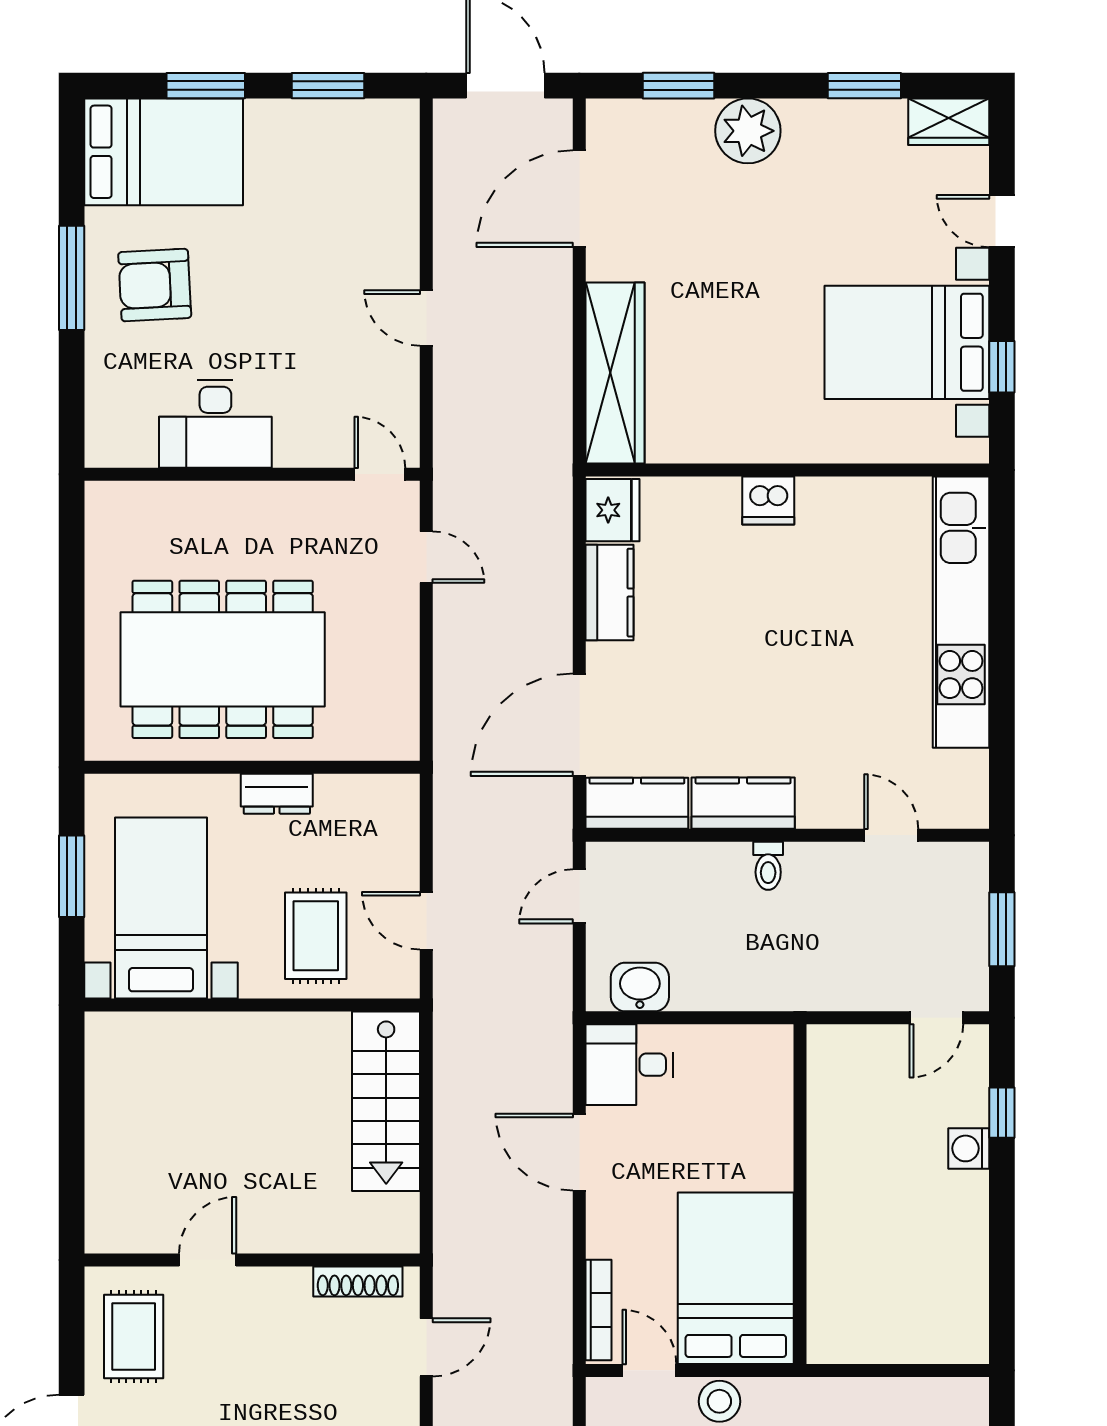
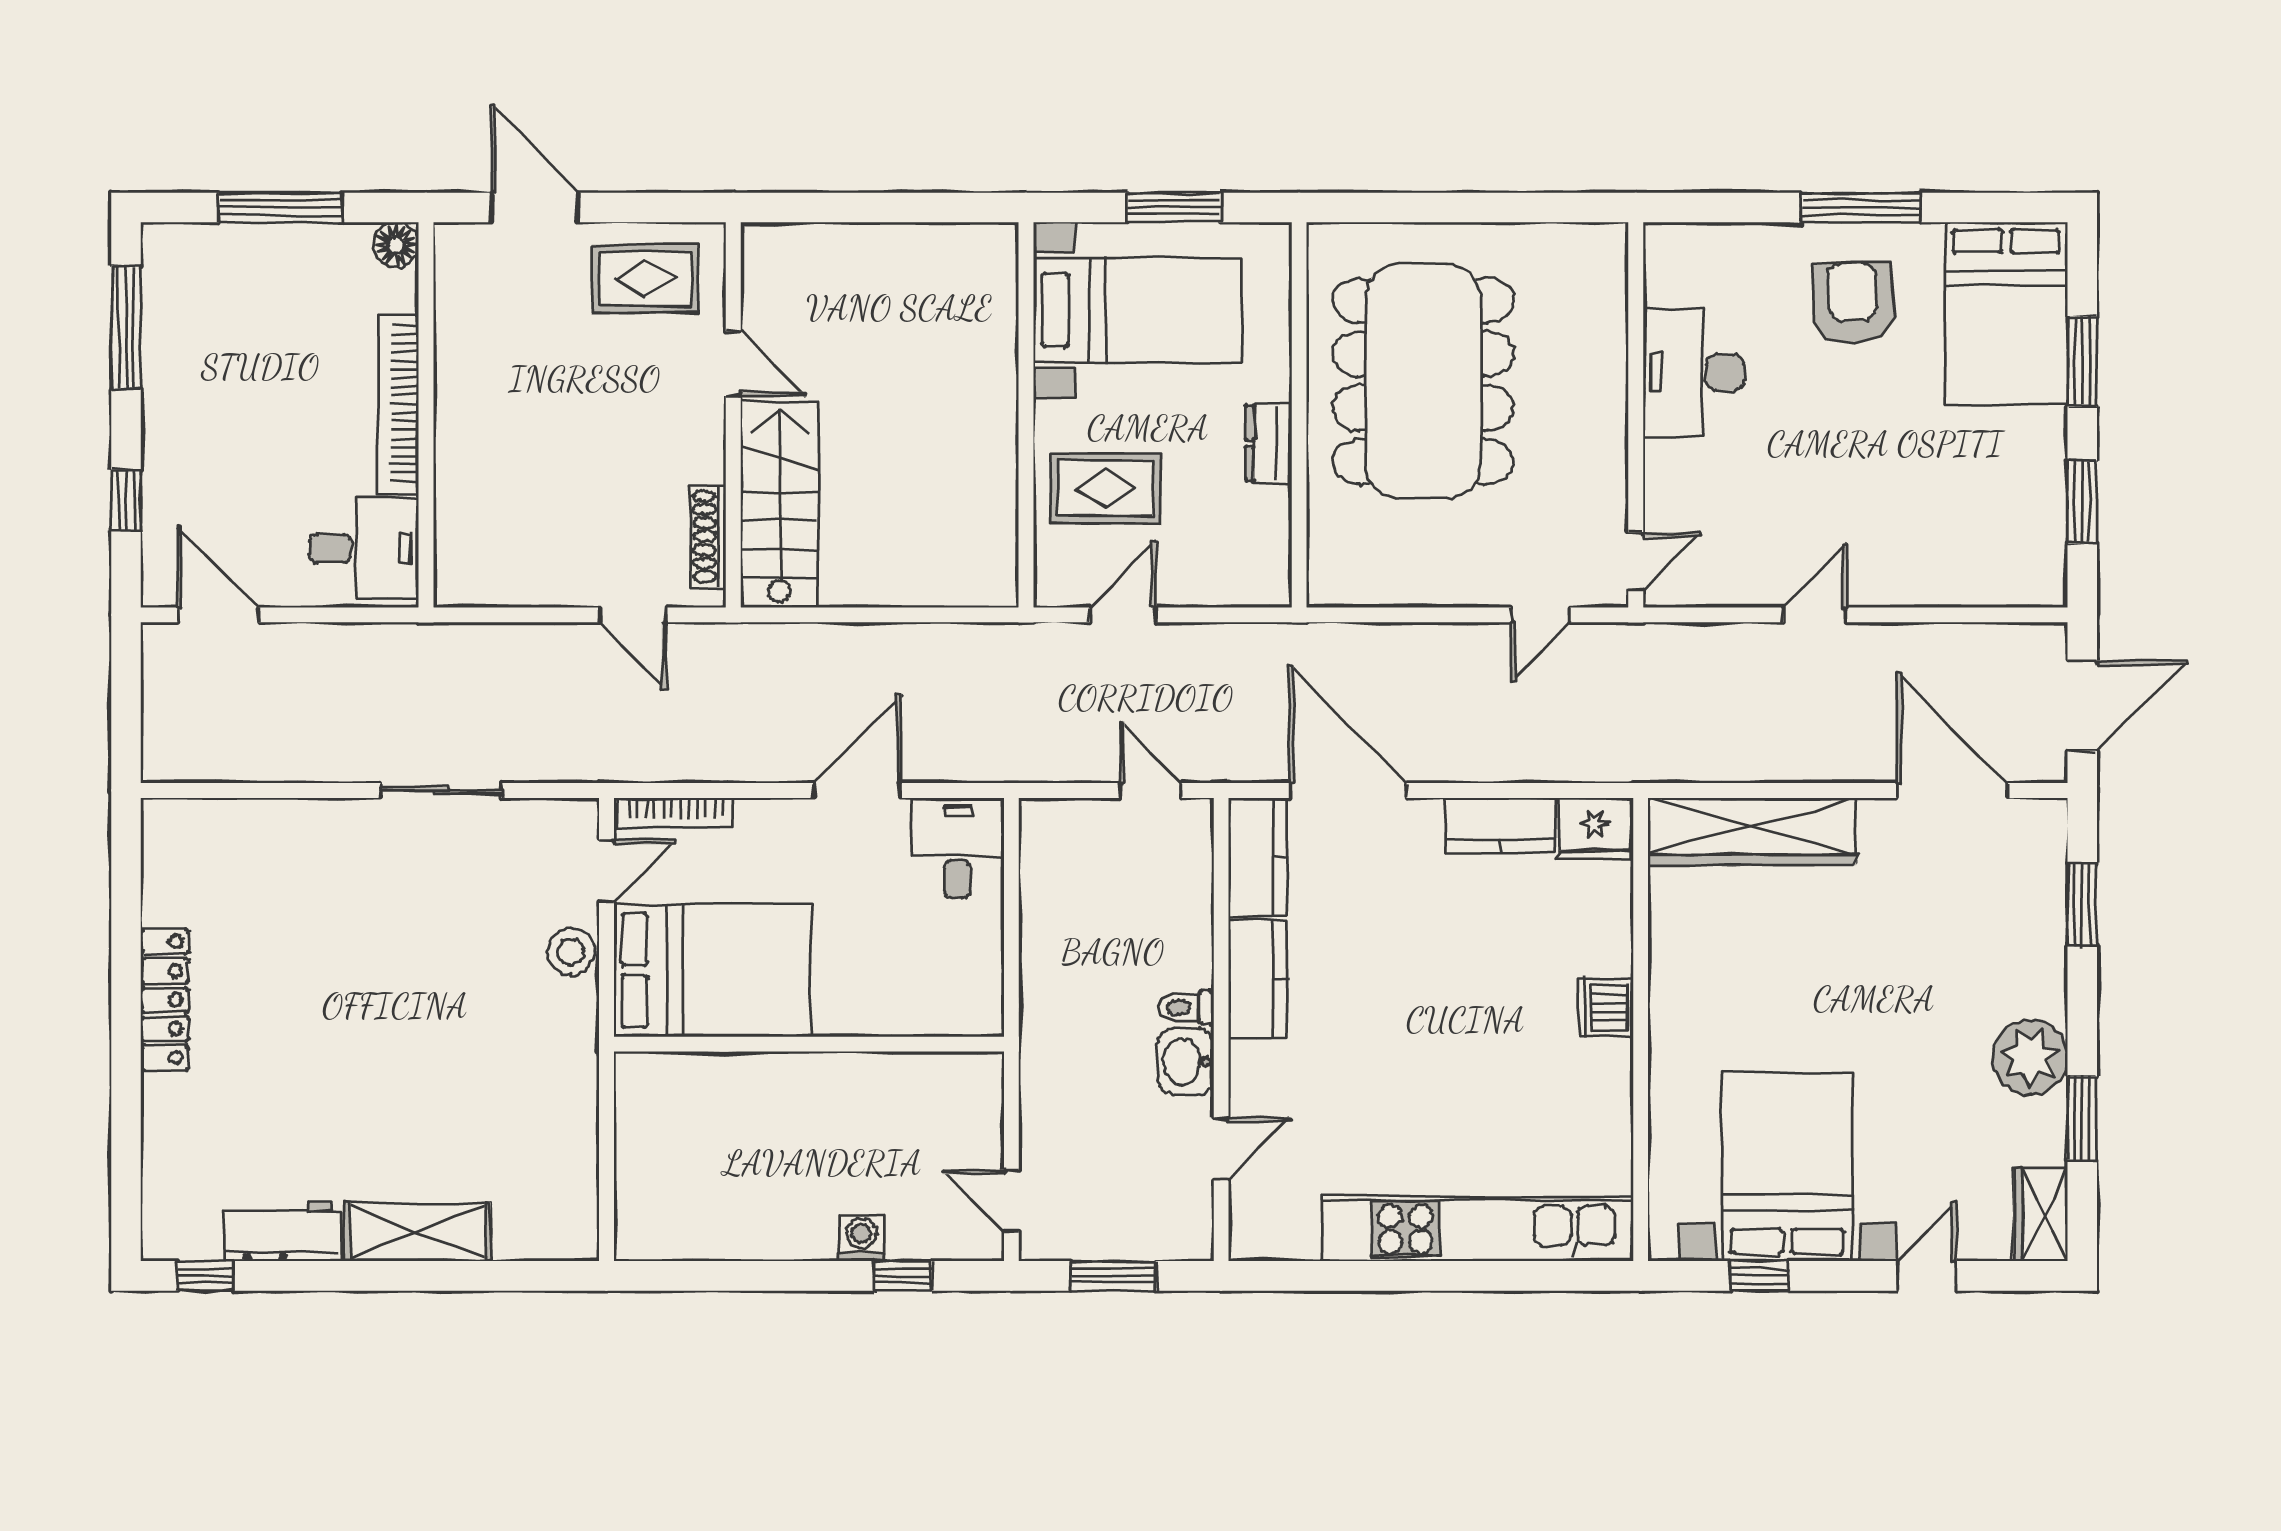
plant: (748, 131) -> (2030, 1057), moved
washbasin: (640, 987) -> (1186, 1062), moved, turned 180
stairs: (386, 1101) -> (779, 504), moved, turned 90

